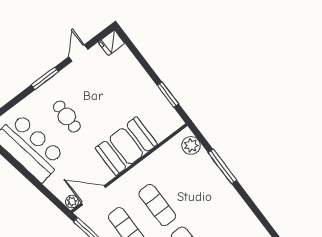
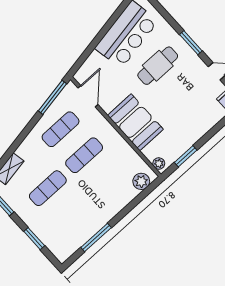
cafe table: (67, 116) -> (158, 66), width x1.37, depth x1.35
window: (222, 167) -> (96, 237), moved
plant: (72, 202) -> (159, 164), moved

